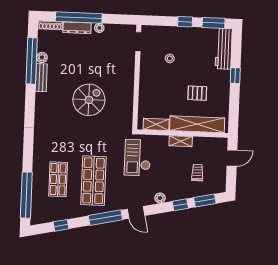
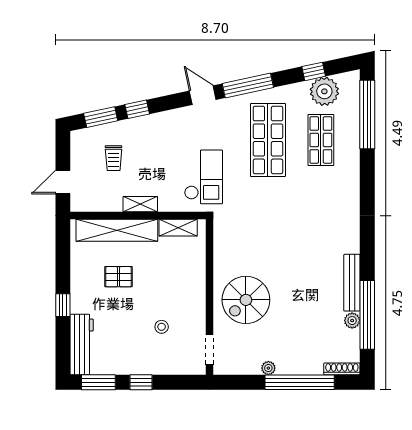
dresser: (77, 28) -> (302, 367), removed
bench: (41, 78) -> (352, 283), width x1.36
spiral stairs: (89, 100) -> (246, 300), moved
plant: (160, 198) -> (324, 91), moved, width x1.88, depth x1.88

